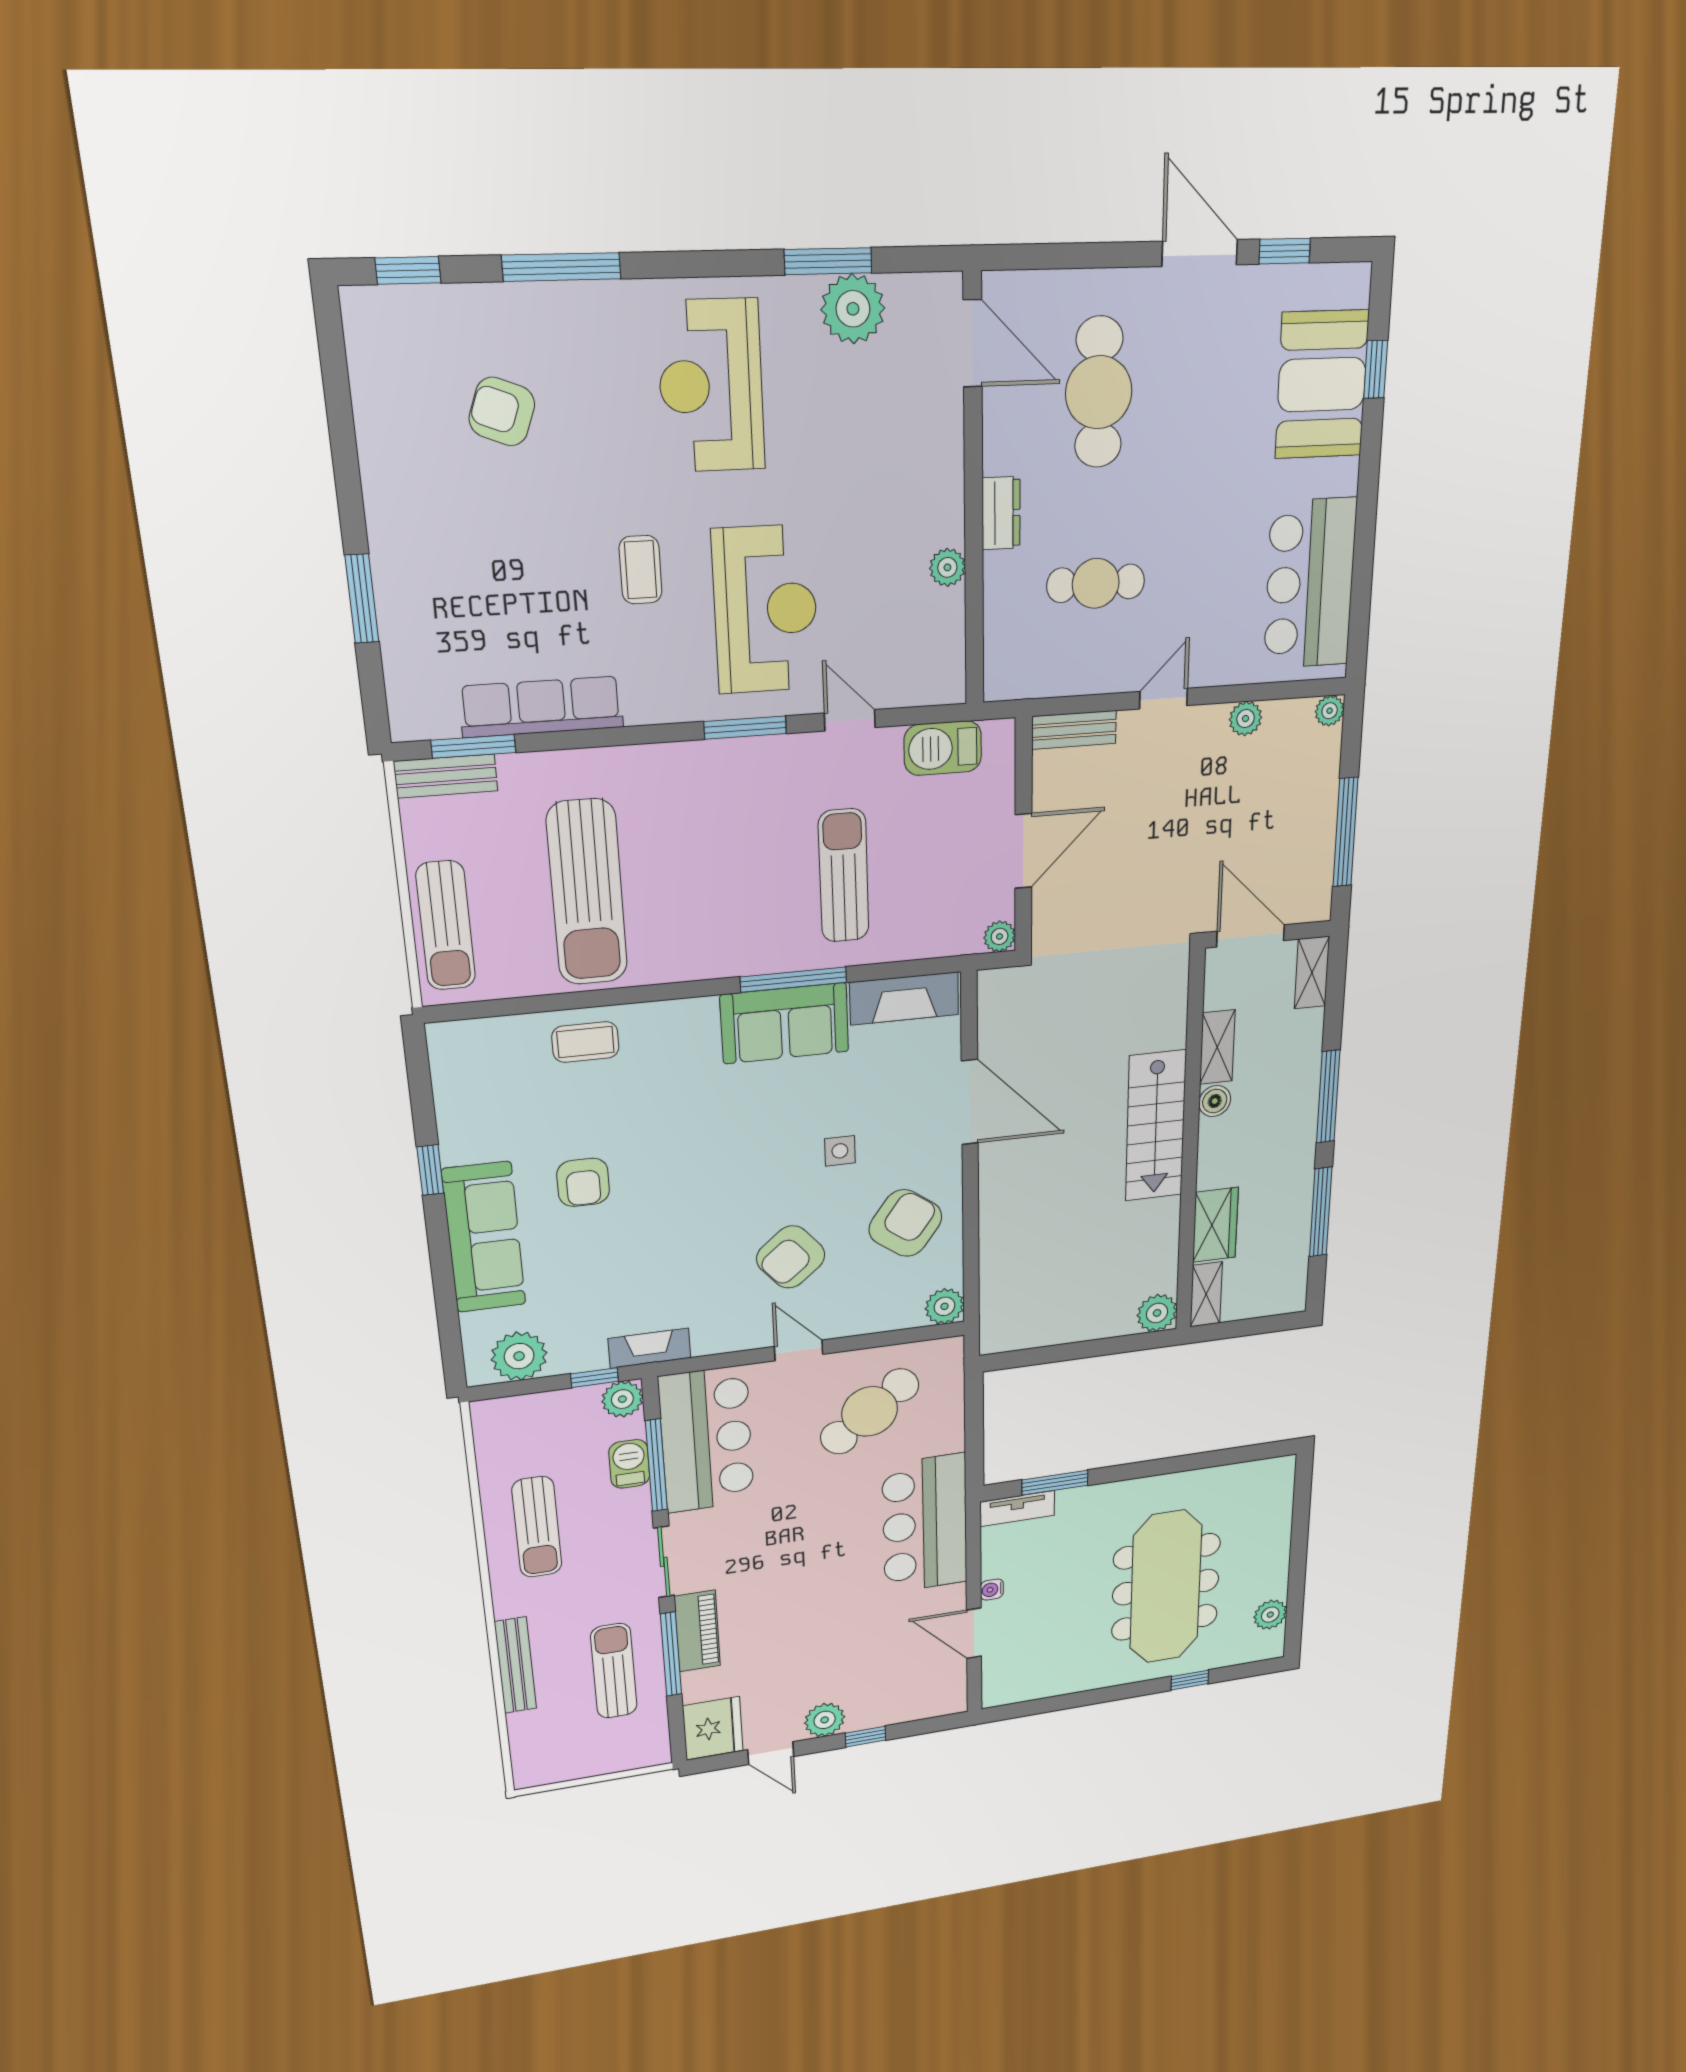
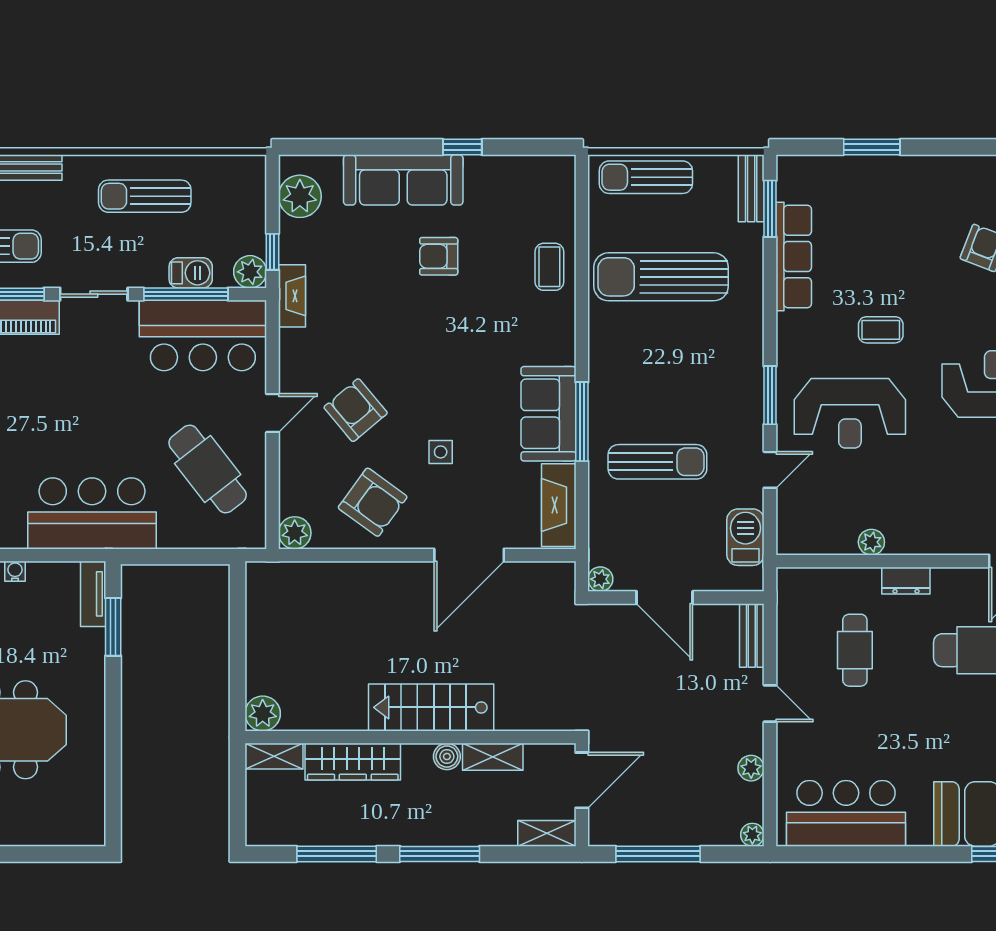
wardrobe: (1215, 1225) -> (353, 762), width x1.50

